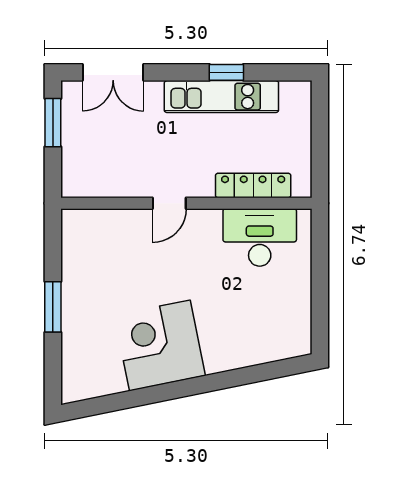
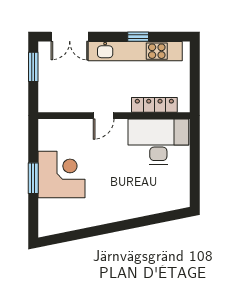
kitchen unit: (221, 97) -> (135, 51), width x1.36
desk: (260, 237) -> (158, 142), width x1.36, depth x1.30
corner desk: (160, 345) -> (62, 174), moved, turned 101

